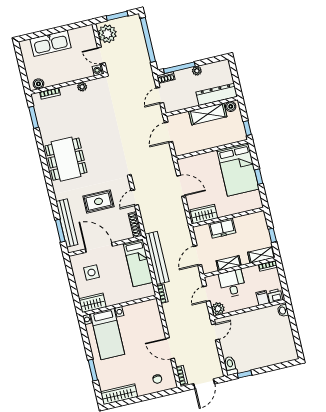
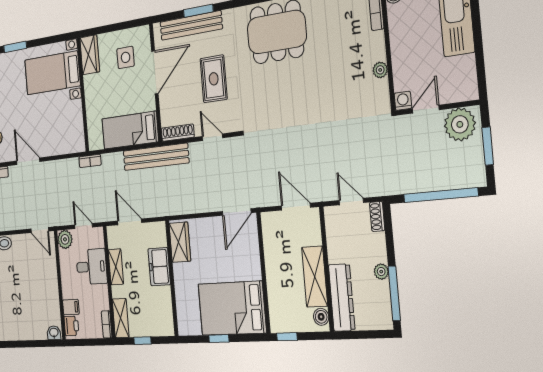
window: (179, 68) -> (394, 293), moved
door: (181, 186) -> (237, 212), moved
window: (60, 231) -> (198, 11), moved
bench: (157, 258) -> (156, 157), moved
door: (170, 348) -> (28, 161), hinge flipped

